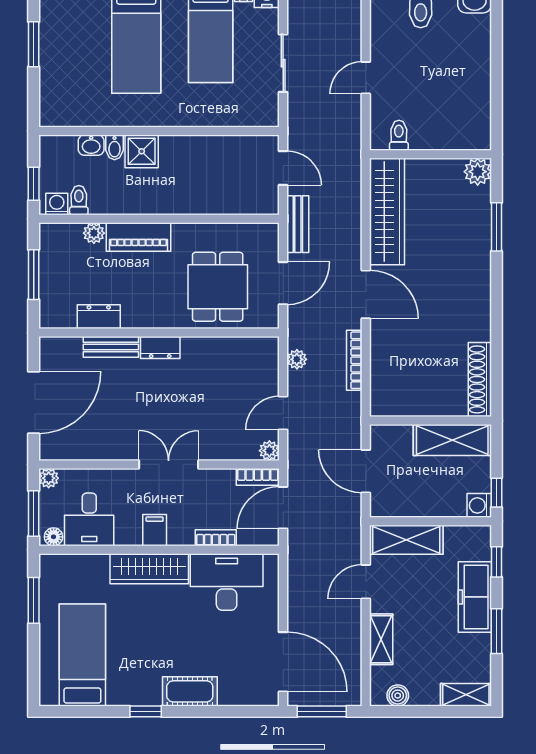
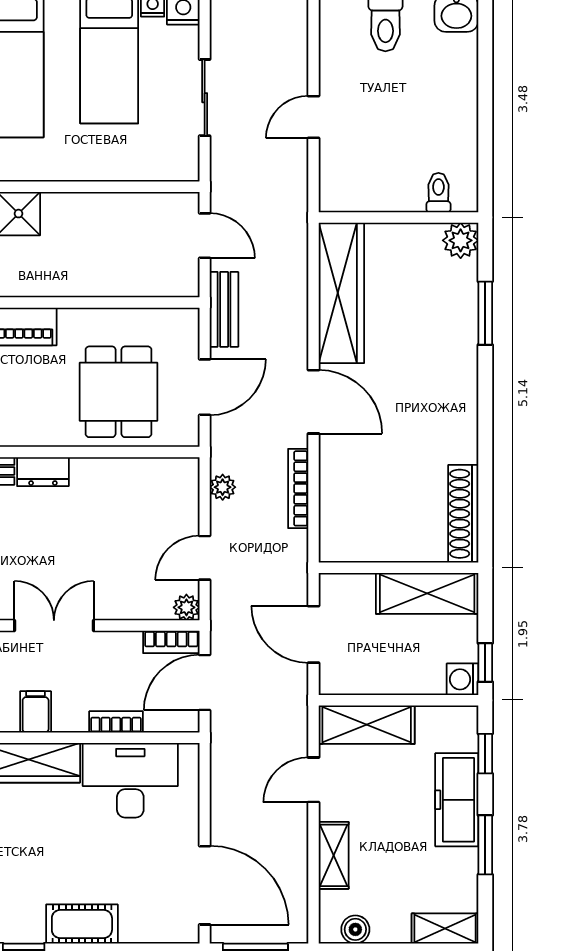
toilet: (399, 135) -> (438, 193), moved

